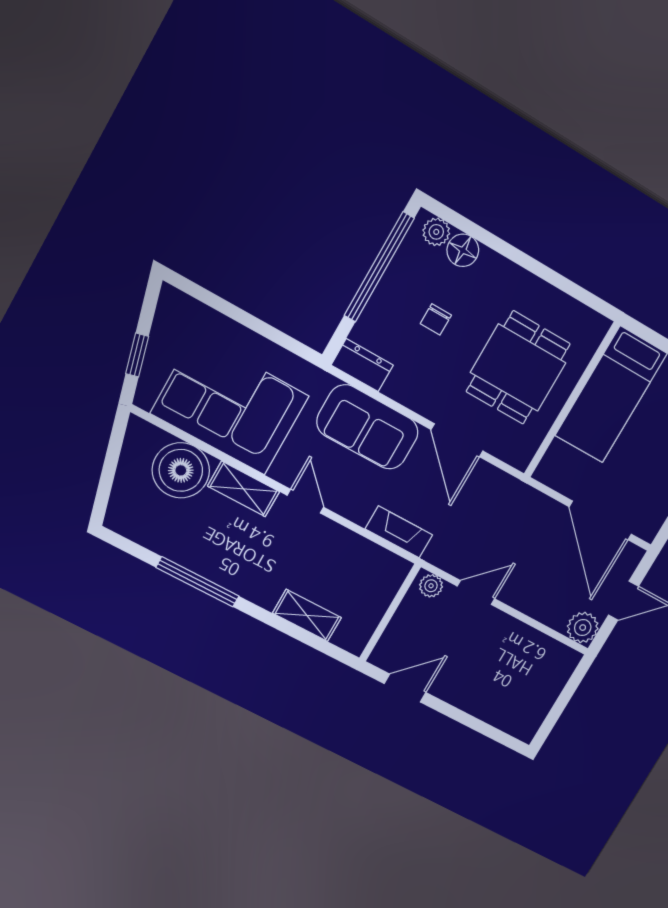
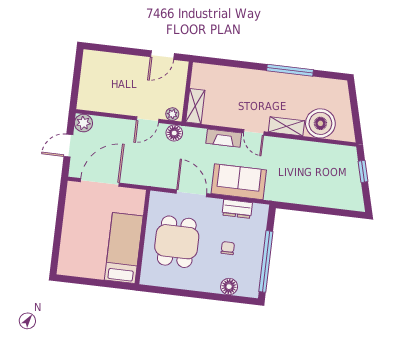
plant: (436, 232) -> (246, 290), removed
dresser: (362, 365) -> (237, 209), moved
corner sofa: (230, 405) -> (310, 165), removed
door: (600, 520) -> (100, 182), hinge flipped
fireplace: (399, 532) -> (224, 138), moved
floor lamp: (442, 553) -> (174, 133), added
shelving: (307, 615) -> (195, 106), moved, turned 90

